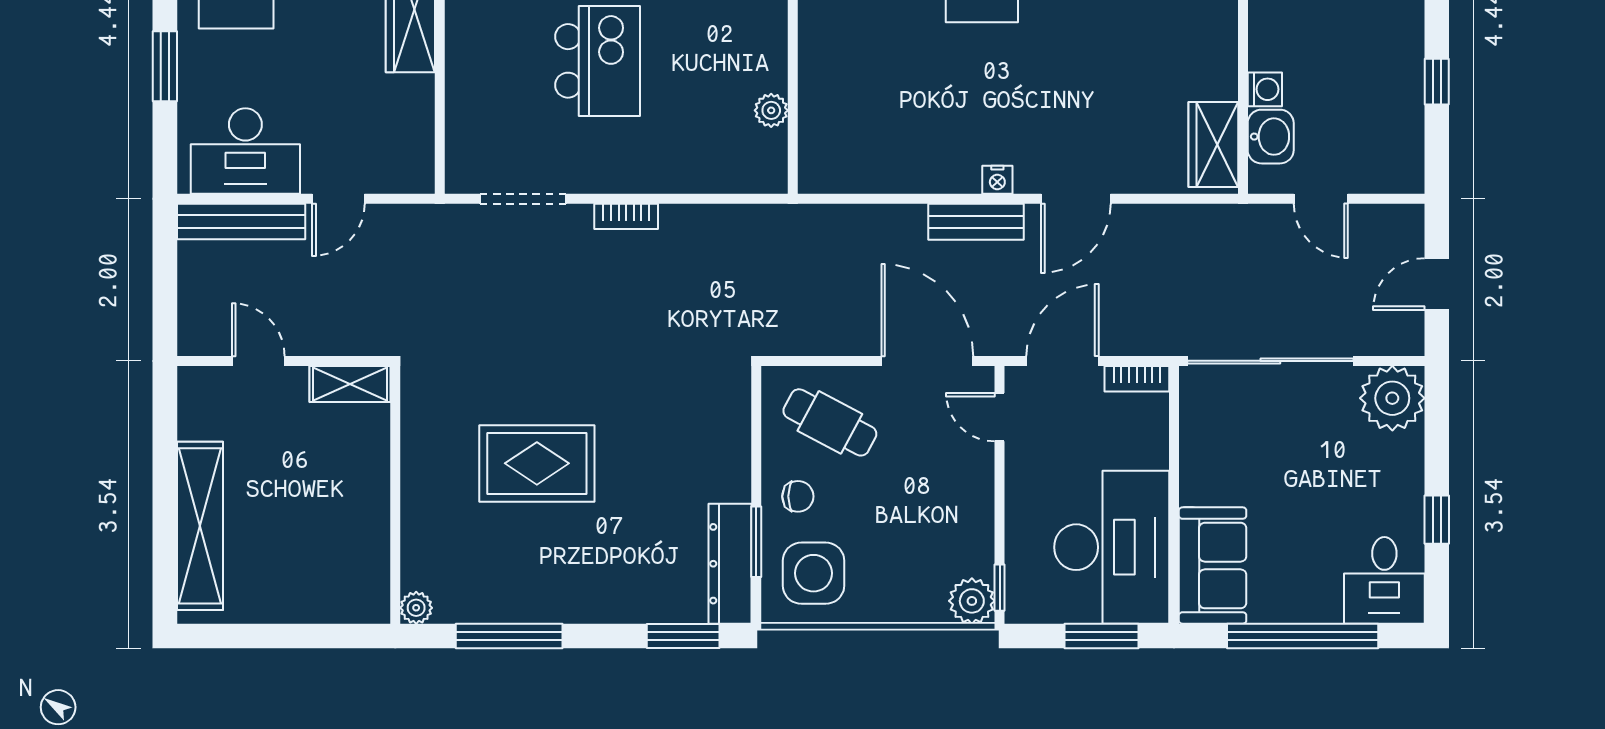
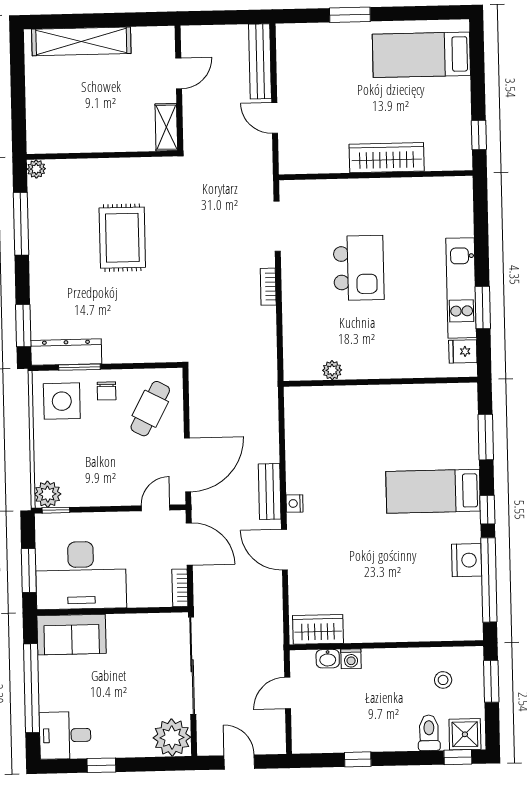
kitchen island: (598, 61) -> (359, 268), turned -90
washbasin: (1271, 137) -> (328, 659), width x0.72, depth x0.69
desk: (245, 151) -> (301, 63), removed

